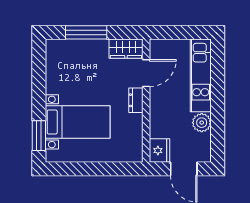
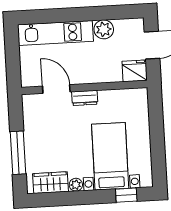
wardrobe: (126, 49) -> (50, 183), moved, turned -90
plant: (52, 87) -> (76, 185), added
window: (39, 136) -> (126, 195), width x0.67

